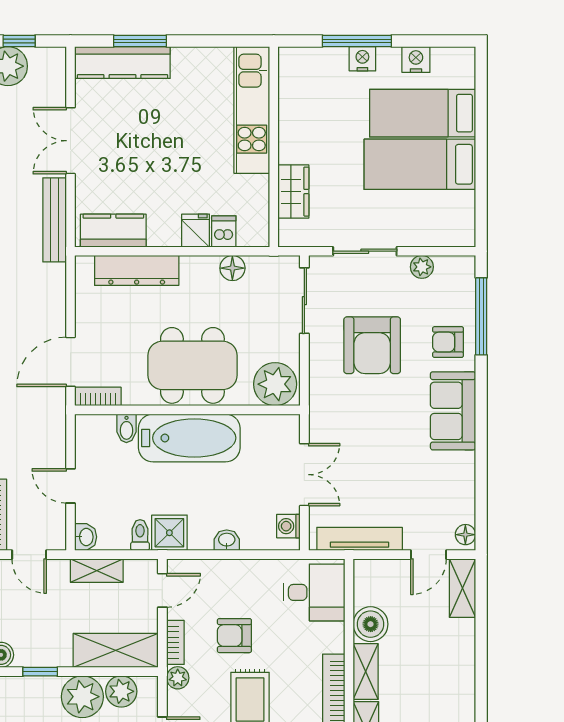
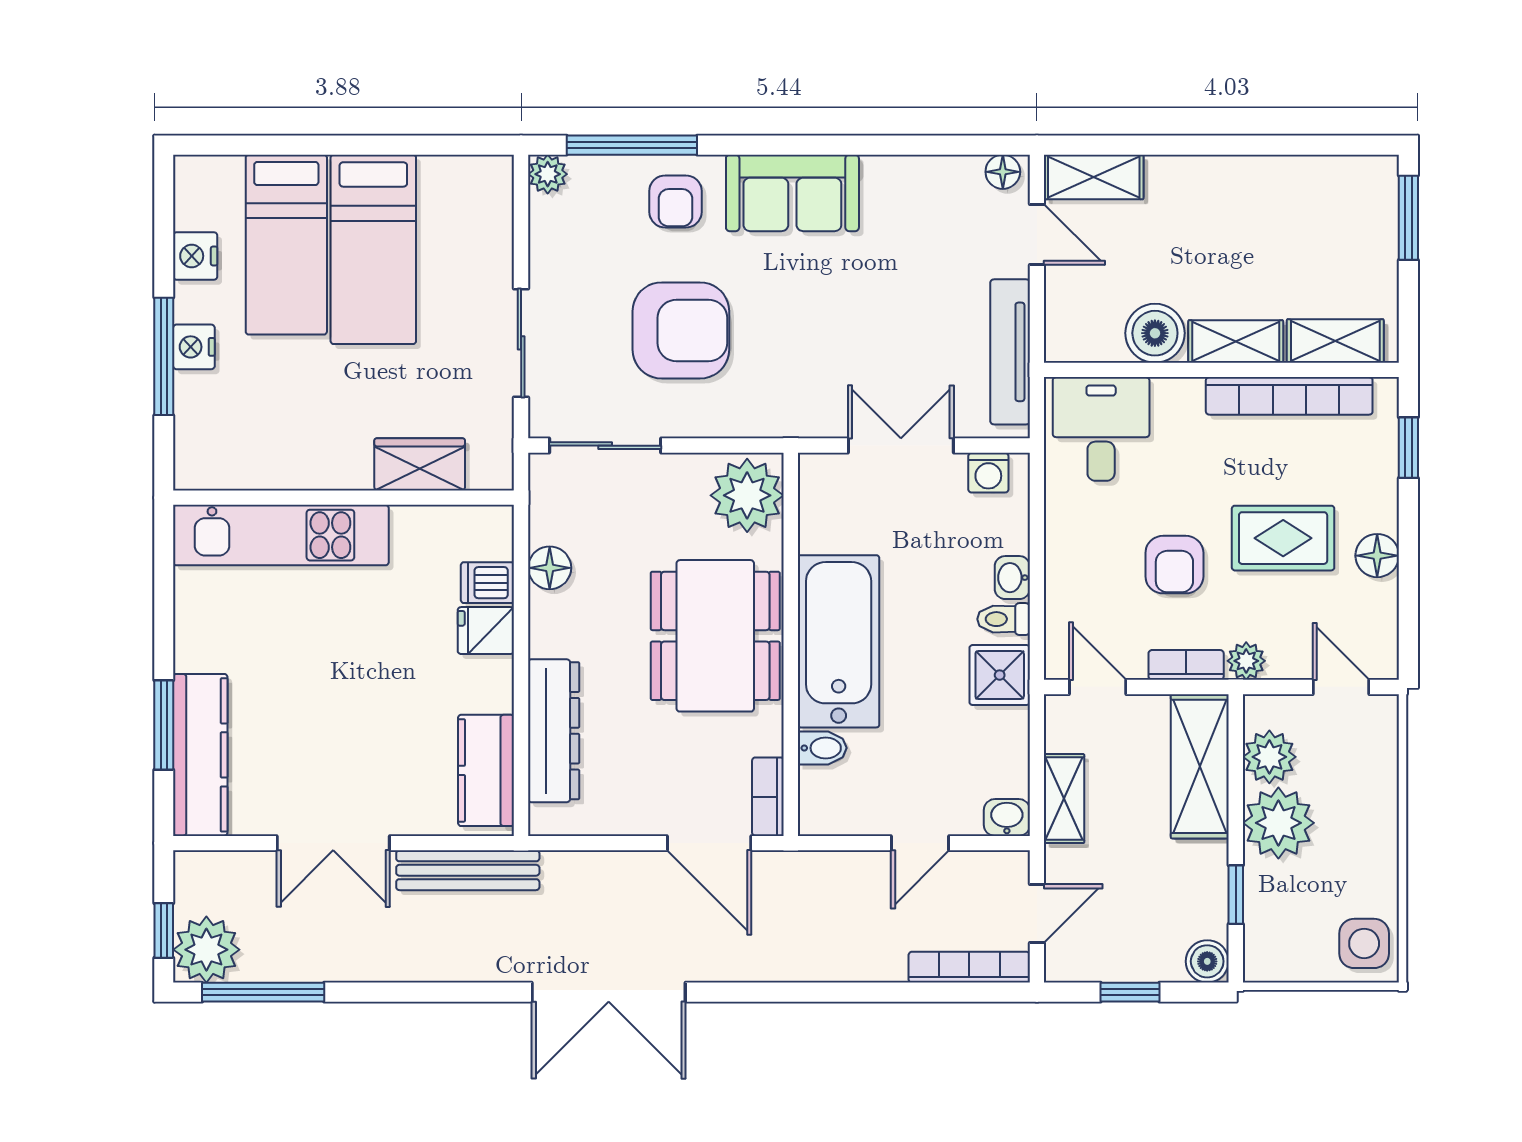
plant: (422, 267) -> (548, 174), moved
toilet: (140, 535) -> (1004, 619), moved

